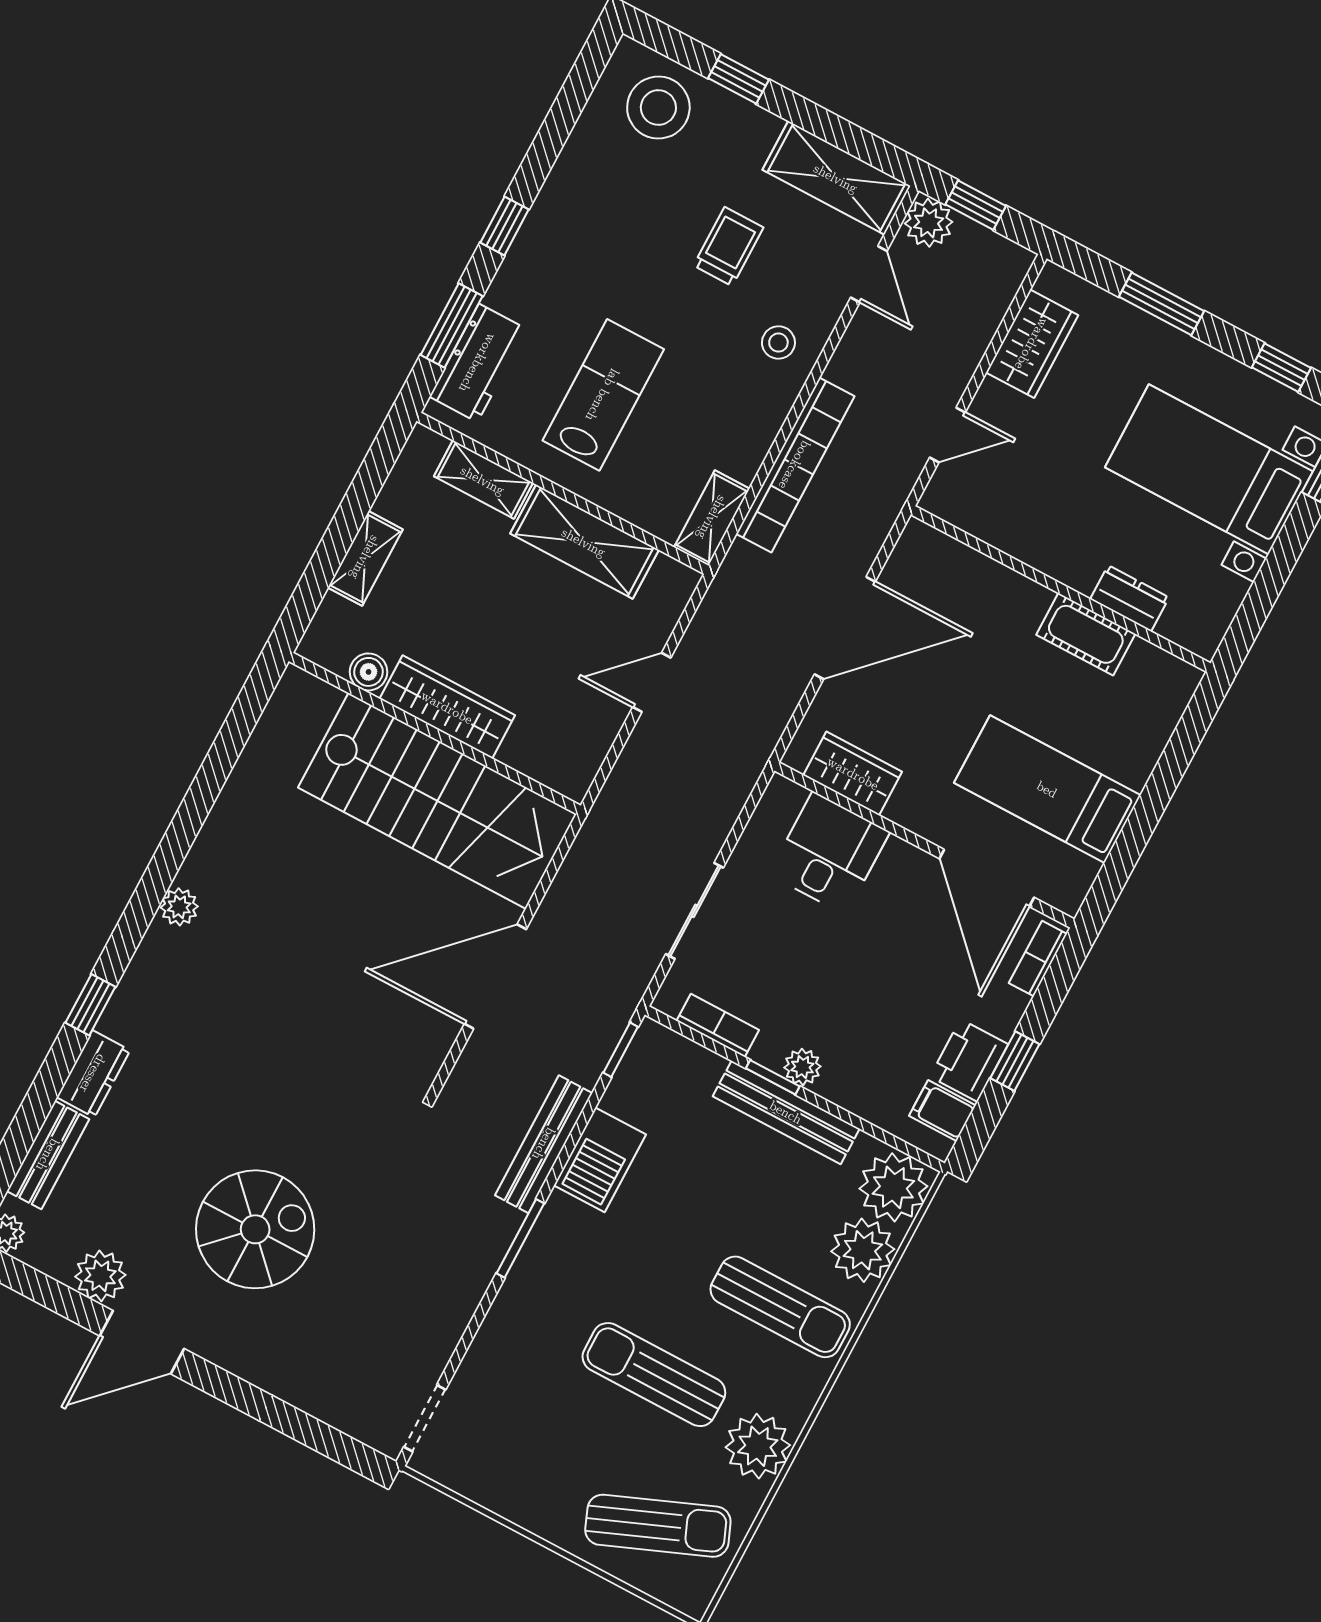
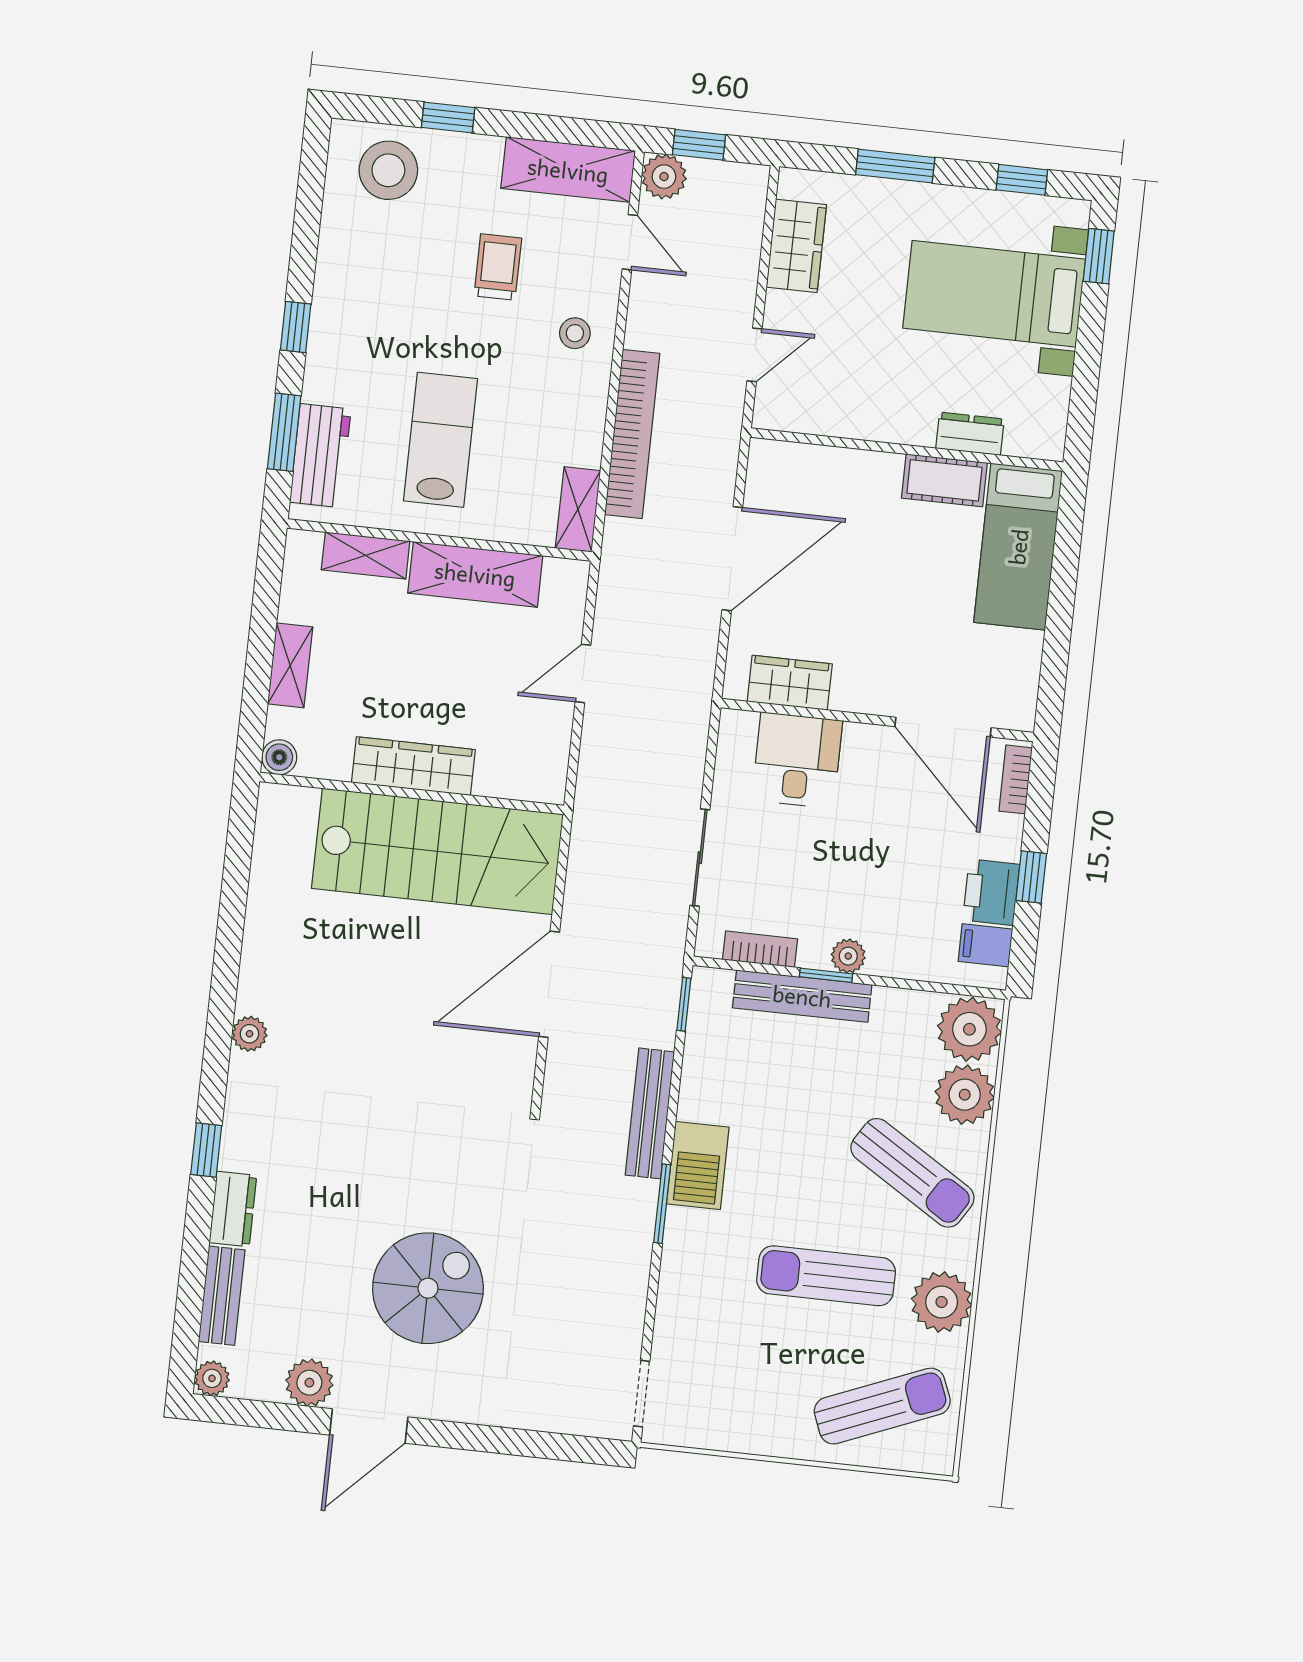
boiler: (369, 672) -> (279, 757), moved
bed: (1047, 789) -> (1018, 547), moved, turned -90
bench: (786, 1112) -> (802, 996), moved
barbecue: (600, 1160) -> (698, 1166), moved
sun lounger: (780, 1307) -> (912, 1173), turned 32

